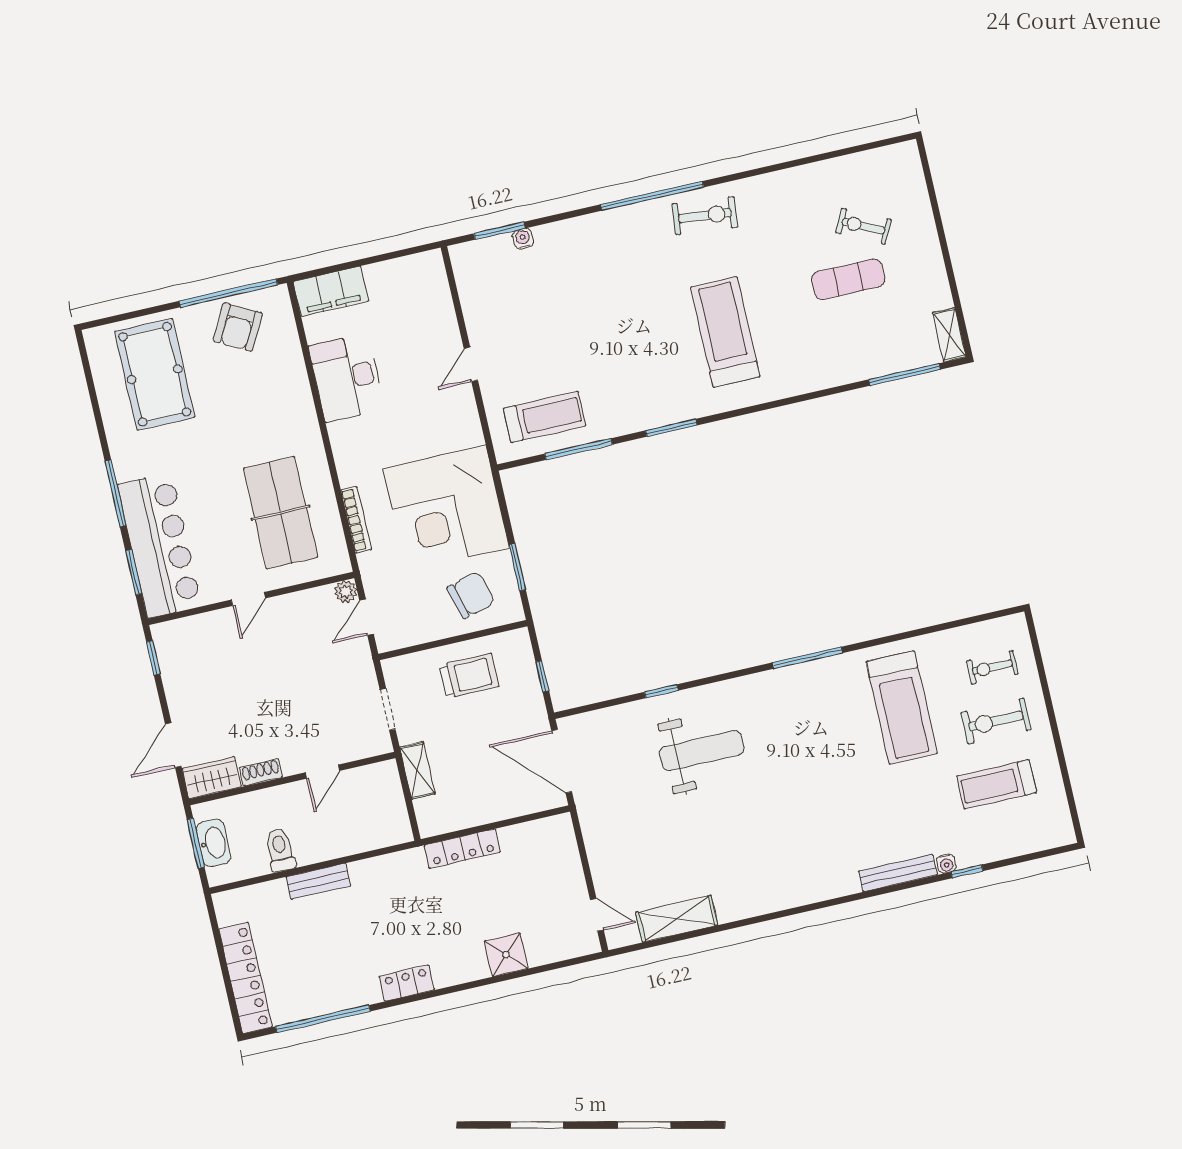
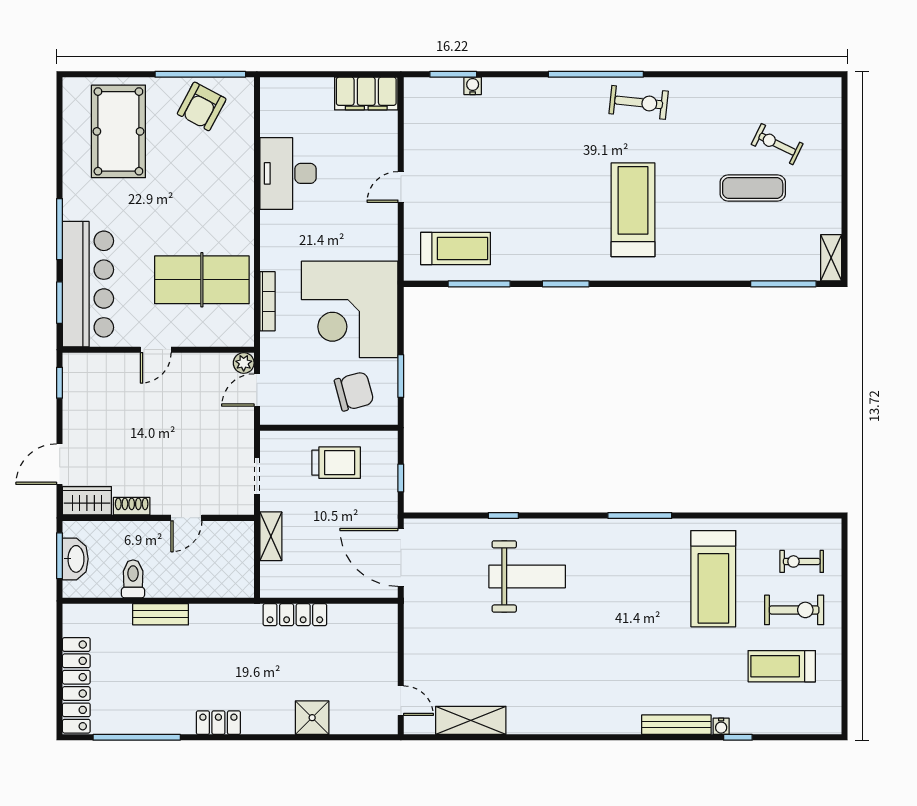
filing cabinet: (331, 291) -> (366, 94), moved
table tennis table: (281, 513) -> (202, 280), turned 90
exercise bike: (996, 721) -> (794, 610), turned 180

